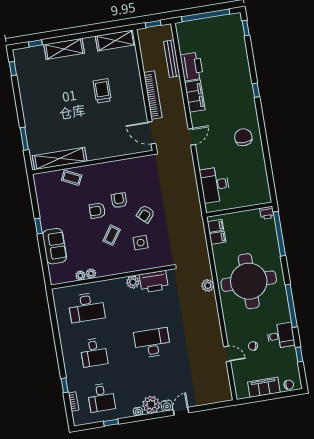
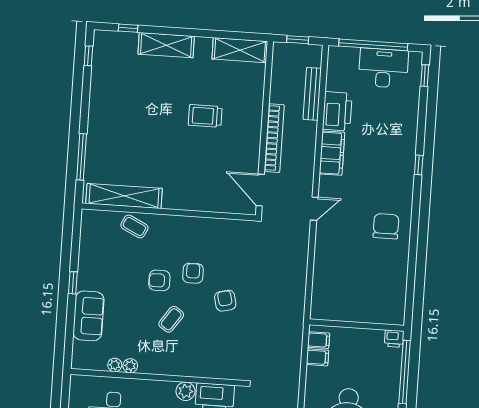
trolley: (102, 91) -> (205, 116), turned -90
window: (24, 139) -> (82, 157), width x1.44
desk: (215, 185) -> (383, 68), moved, turned 90
armchair: (145, 214) -> (225, 301), turned 124
side table: (141, 243) -> (209, 339), removed

